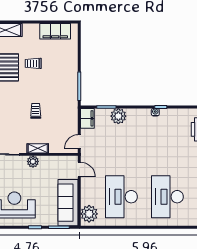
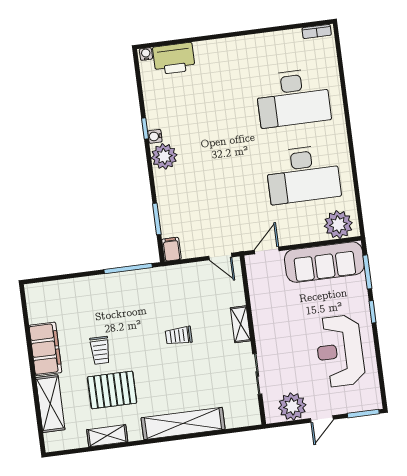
filing cabinet: (55, 31) -> (45, 349), moved
plant: (118, 116) -> (164, 156), moved
filing cabinet: (87, 118) -> (171, 249), width x0.50
plant: (33, 162) -> (264, 329), removed

